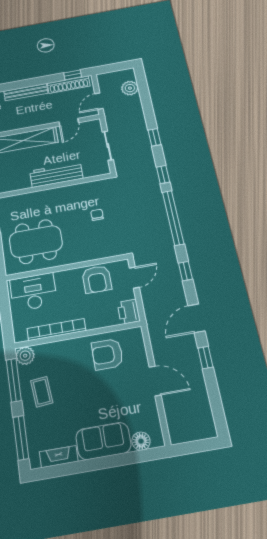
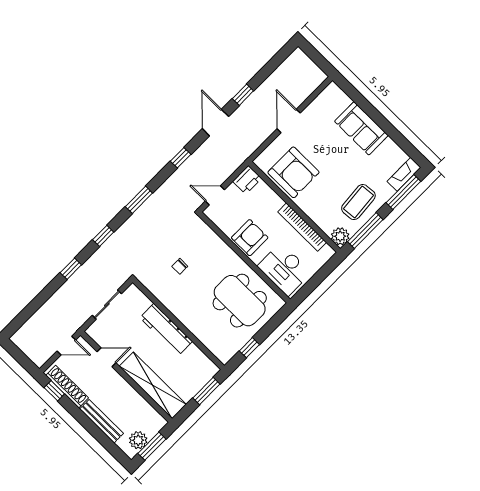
plant: (130, 88) -> (34, 327), removed
window: (173, 218) -> (139, 200), width x0.47
armchair: (97, 279) -> (250, 238), moved
door: (196, 318) -> (215, 123), swing flipped
armchair: (107, 354) -> (293, 172), width x1.36, depth x1.36
coffee table: (42, 392) -> (358, 202), width x1.36, depth x1.30
floor lamp: (141, 441) -> (342, 101), removed
fireplace: (59, 457) -> (404, 174), moved, turned 90

